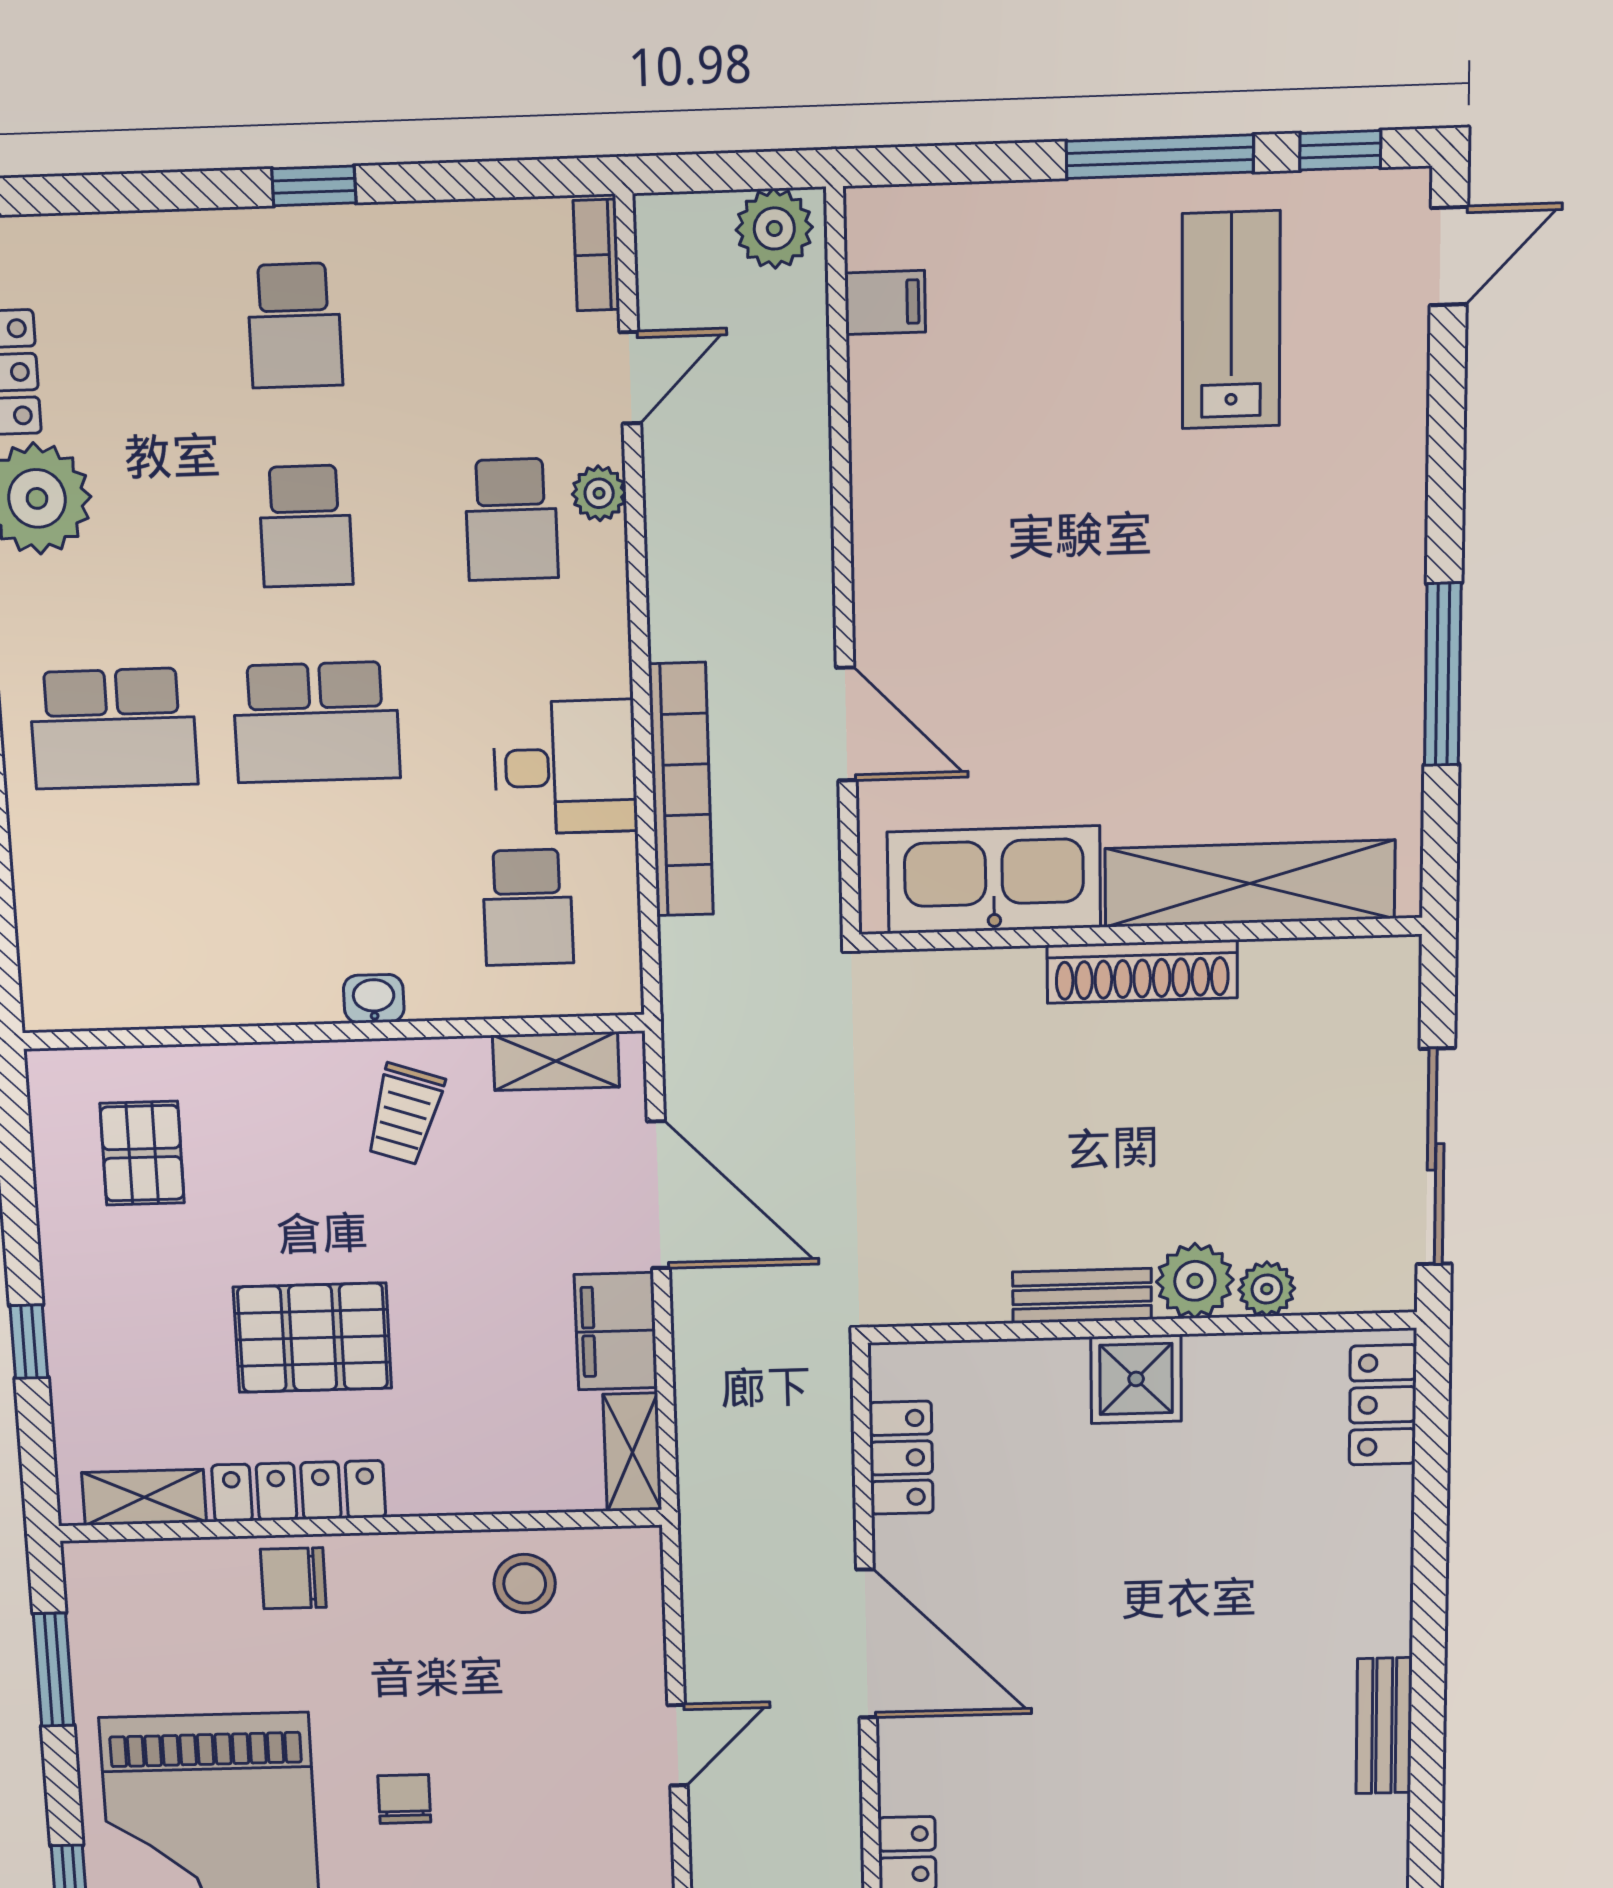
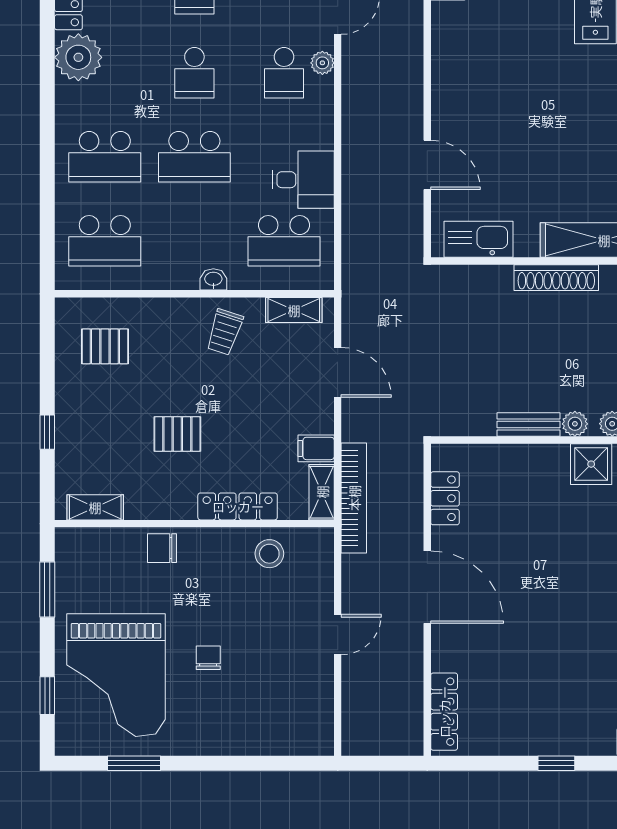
bookcase: (681, 790) -> (354, 498), moved
kitchen sink: (994, 880) -> (478, 239), width x0.73, depth x0.81
school desk: (528, 907) -> (284, 241), width x1.85
school desk: (126, 919) -> (105, 241), added
pallet: (142, 1153) -> (105, 346), turned 90
door: (659, 1195) -> (338, 372), width x0.73
plant: (1195, 1281) -> (575, 424), width x0.73, depth x0.73
filing cabinet: (616, 1331) -> (316, 448), width x0.50
pallet: (313, 1338) -> (177, 434), width x0.67, depth x0.71
shower: (1136, 1379) -> (591, 464), moved
locker: (299, 1491) -> (238, 506), moved

